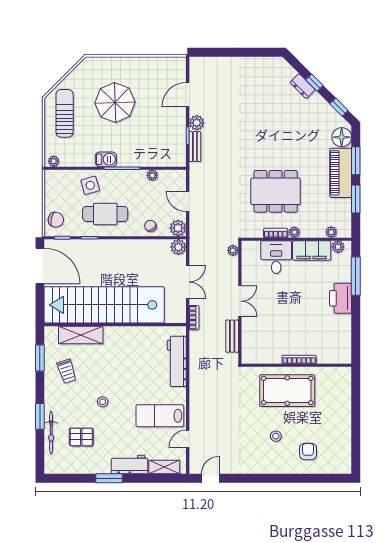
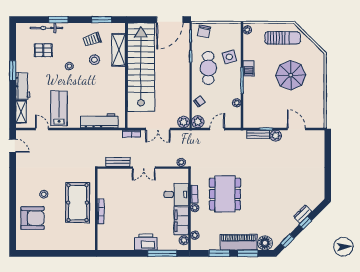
stool: (94, 368) -> (94, 60), added
pallet: (81, 437) -> (43, 50), turned 90
armchair: (308, 451) -> (33, 218), width x1.88, depth x1.88

